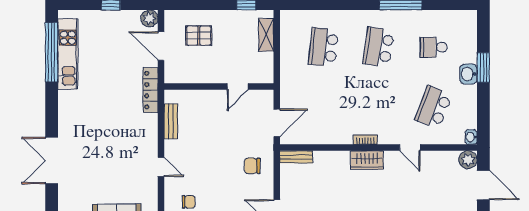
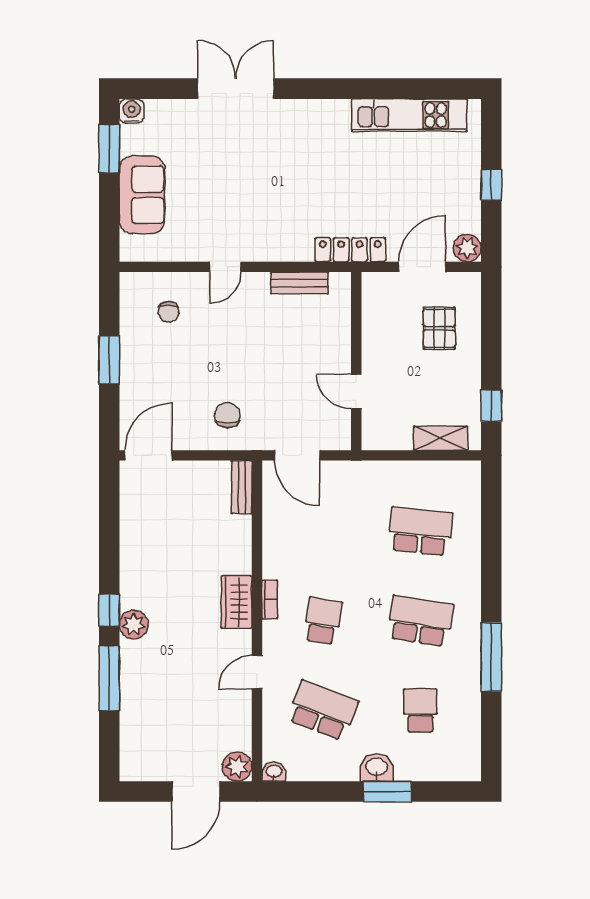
window: (52, 52) -> (412, 89), removed
school desk: (378, 107) -> (323, 621), added

